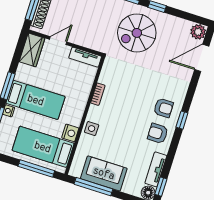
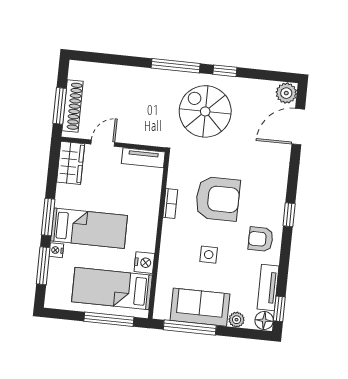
spiral stairs: (137, 33) -> (205, 111), turned 90
armchair: (163, 108) -> (218, 199), moved, width x1.88, depth x1.88
side table: (92, 129) -> (209, 255), moved
plant: (128, 188) -> (237, 320), added

